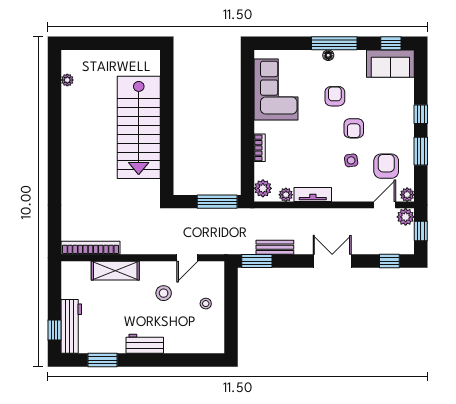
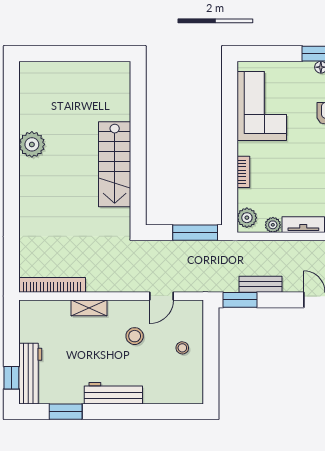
plant: (67, 80) -> (32, 144), moved, width x1.87, depth x1.87
stairs: (139, 127) -> (115, 164), width x0.73, depth x0.66
shelving: (115, 271) -> (89, 308), width x0.67, depth x0.75
workbench: (145, 344) -> (113, 393), width x1.37

